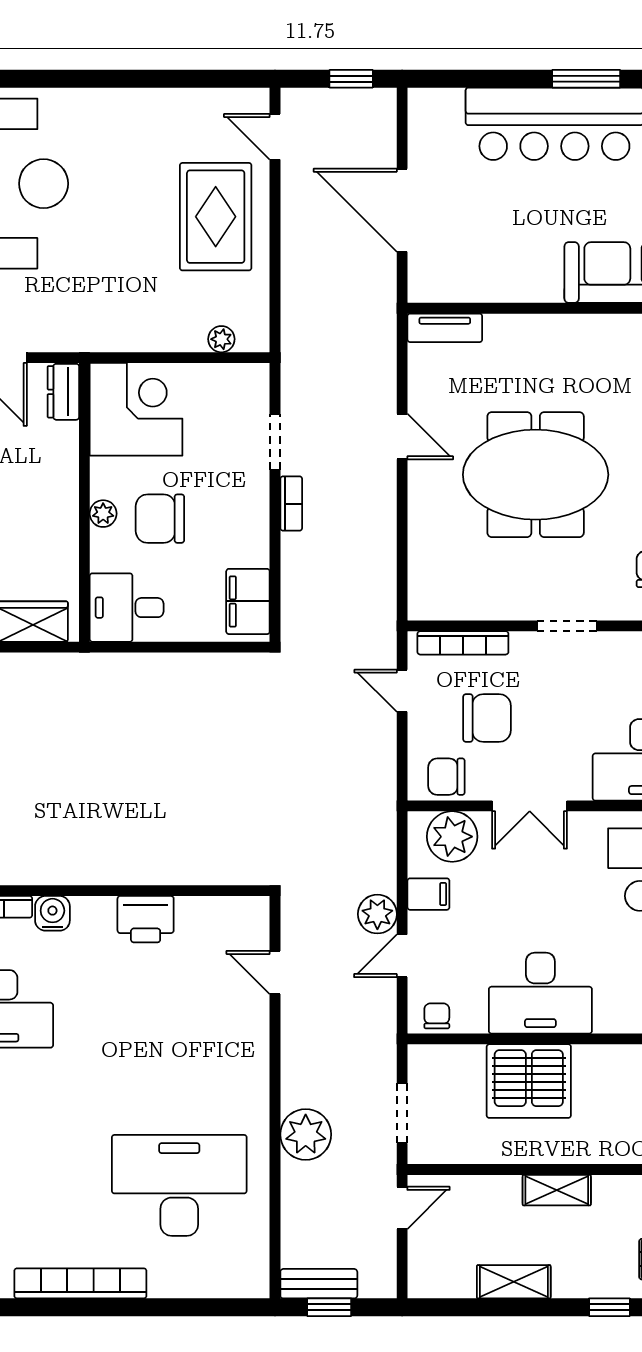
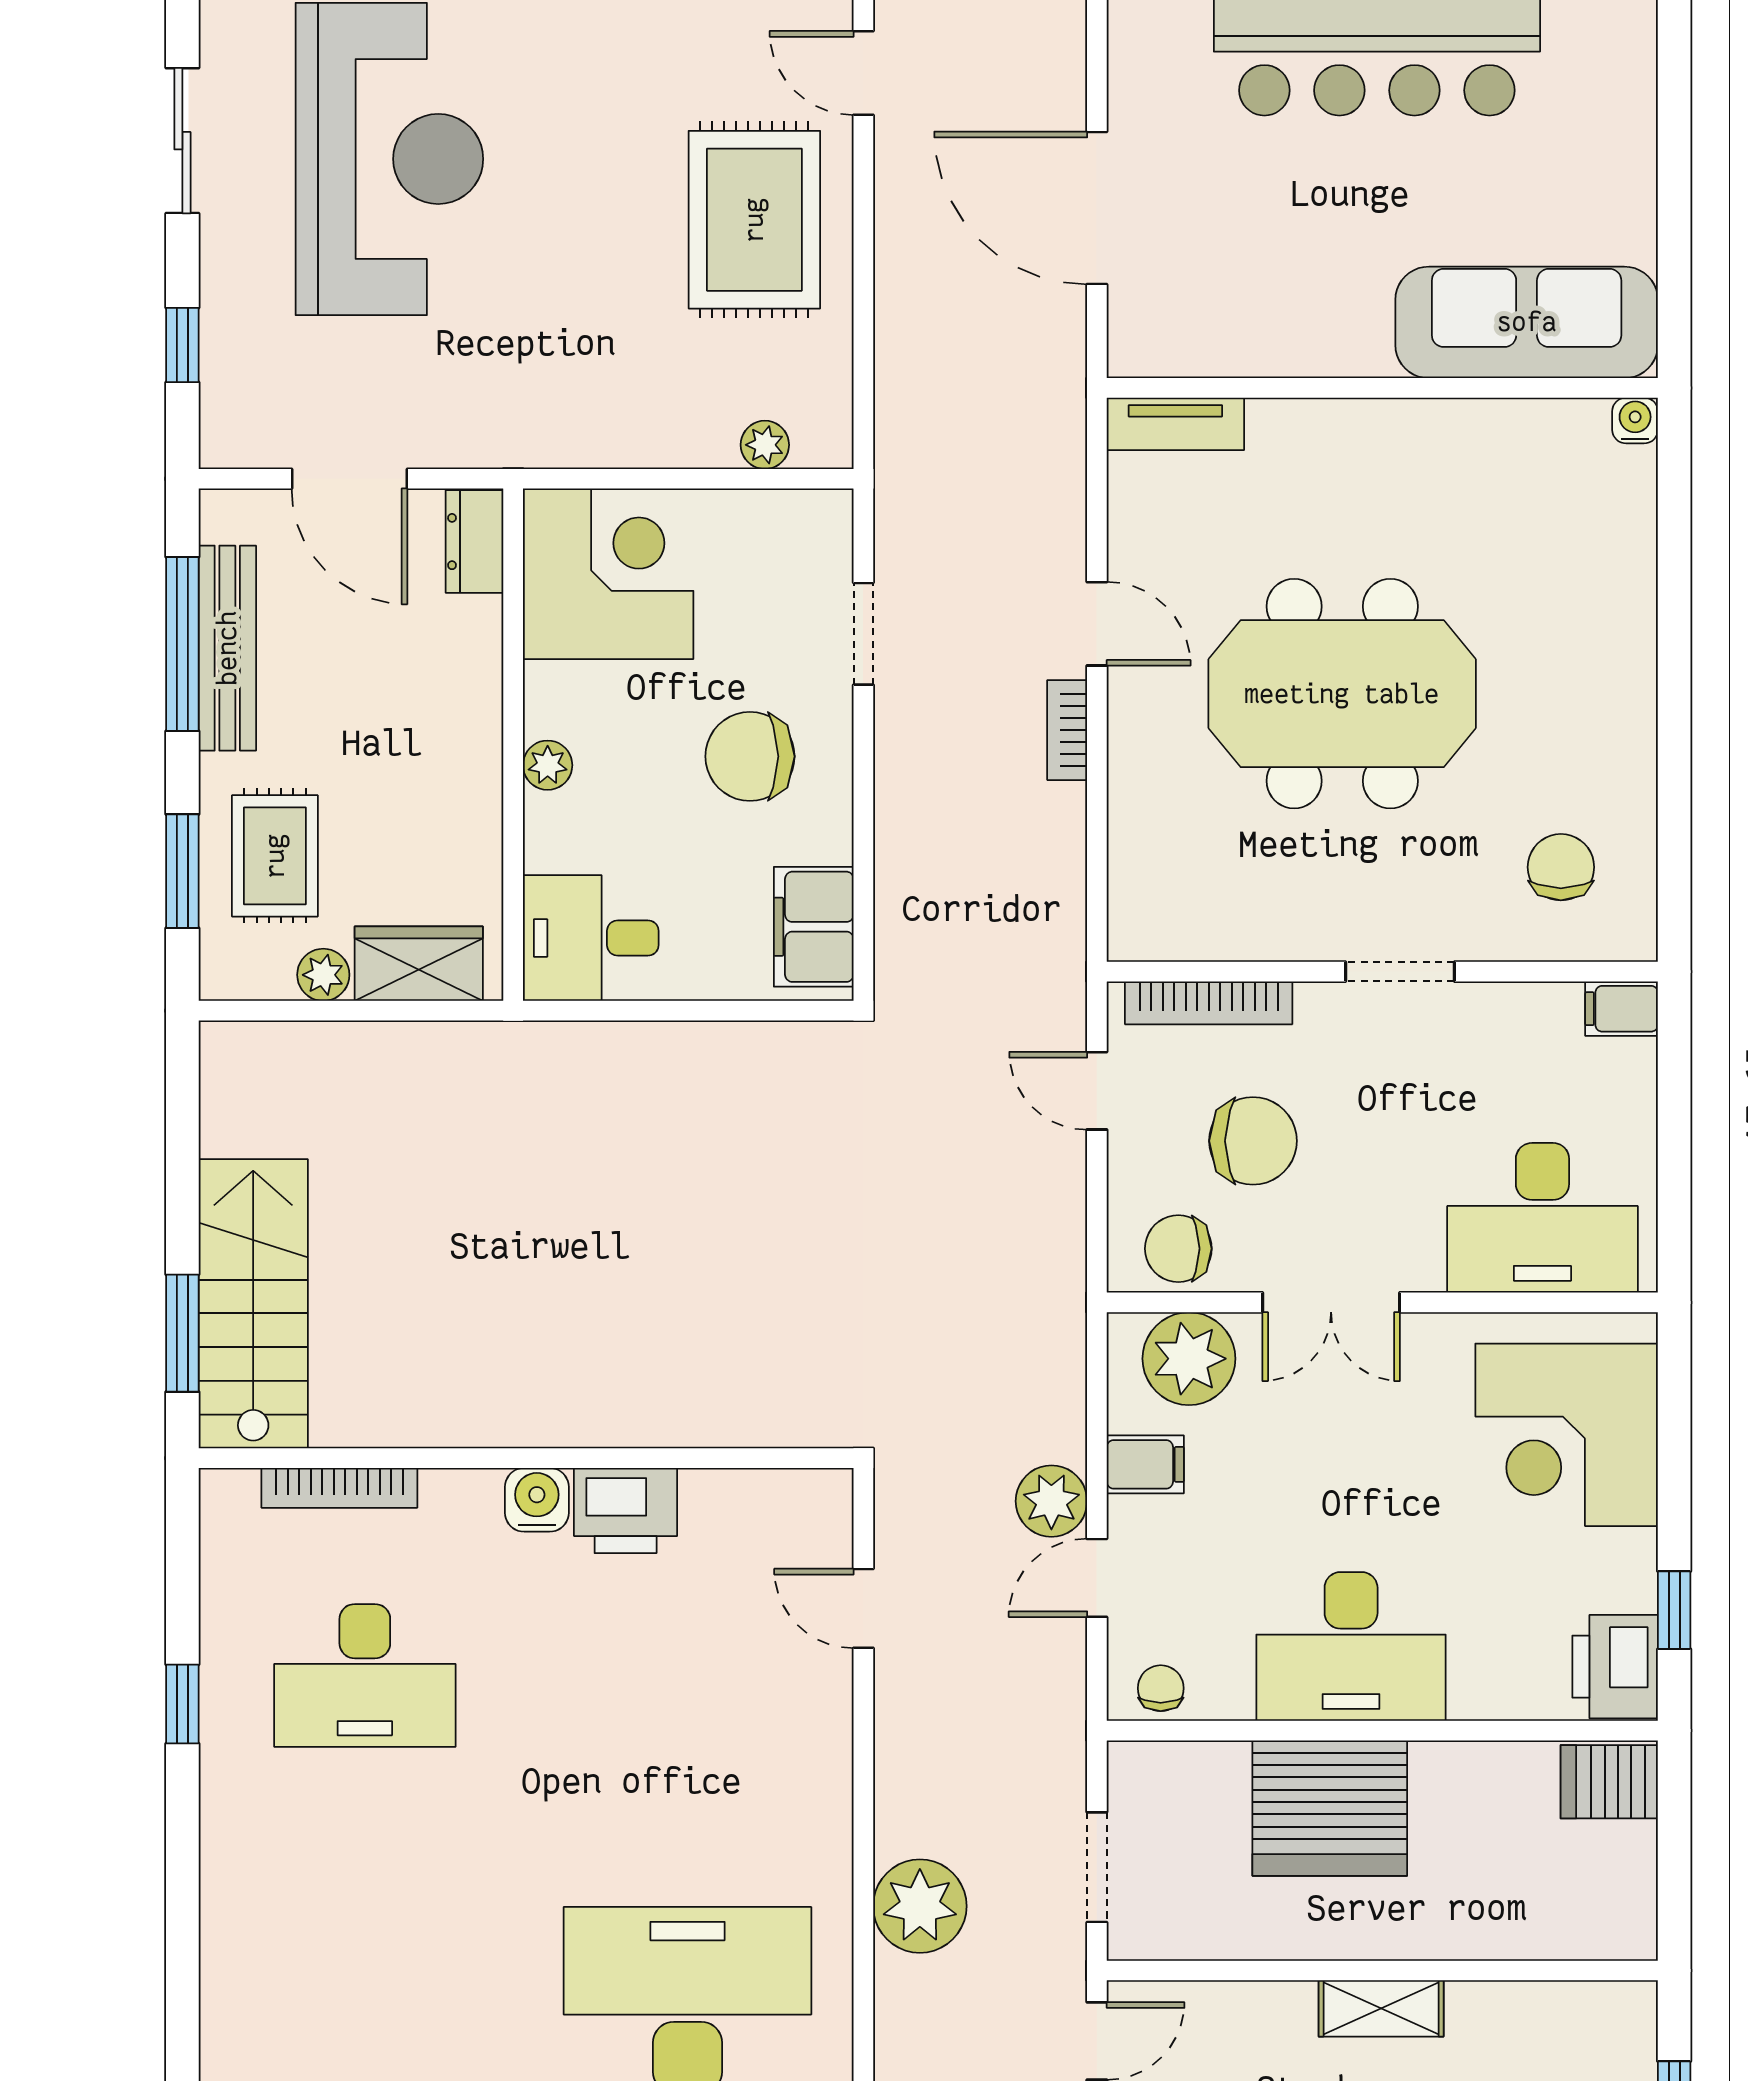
bookcase: (291, 504) -> (1067, 730), moved, turned 180
chair: (160, 519) -> (750, 756), moved
water cooler: (52, 913) -> (537, 1500), moved

